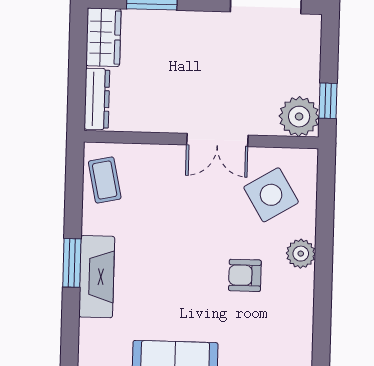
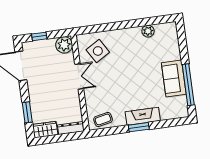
window: (328, 101) -> (39, 36), moved
plant: (301, 254) -> (148, 31), moved
armchair: (245, 275) -> (132, 56), removed

